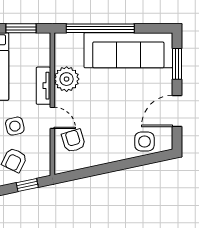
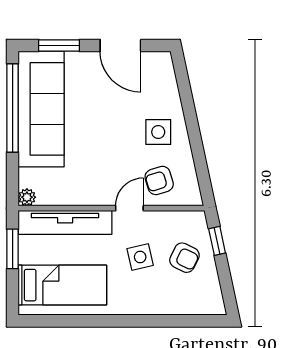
window: (100, 28) -> (13, 108), moved
plant: (67, 79) -> (27, 197), moved, width x0.53, depth x0.53
tv unit: (43, 86) -> (65, 222), width x1.92, depth x1.29
side table: (144, 142) -> (158, 132), moved

